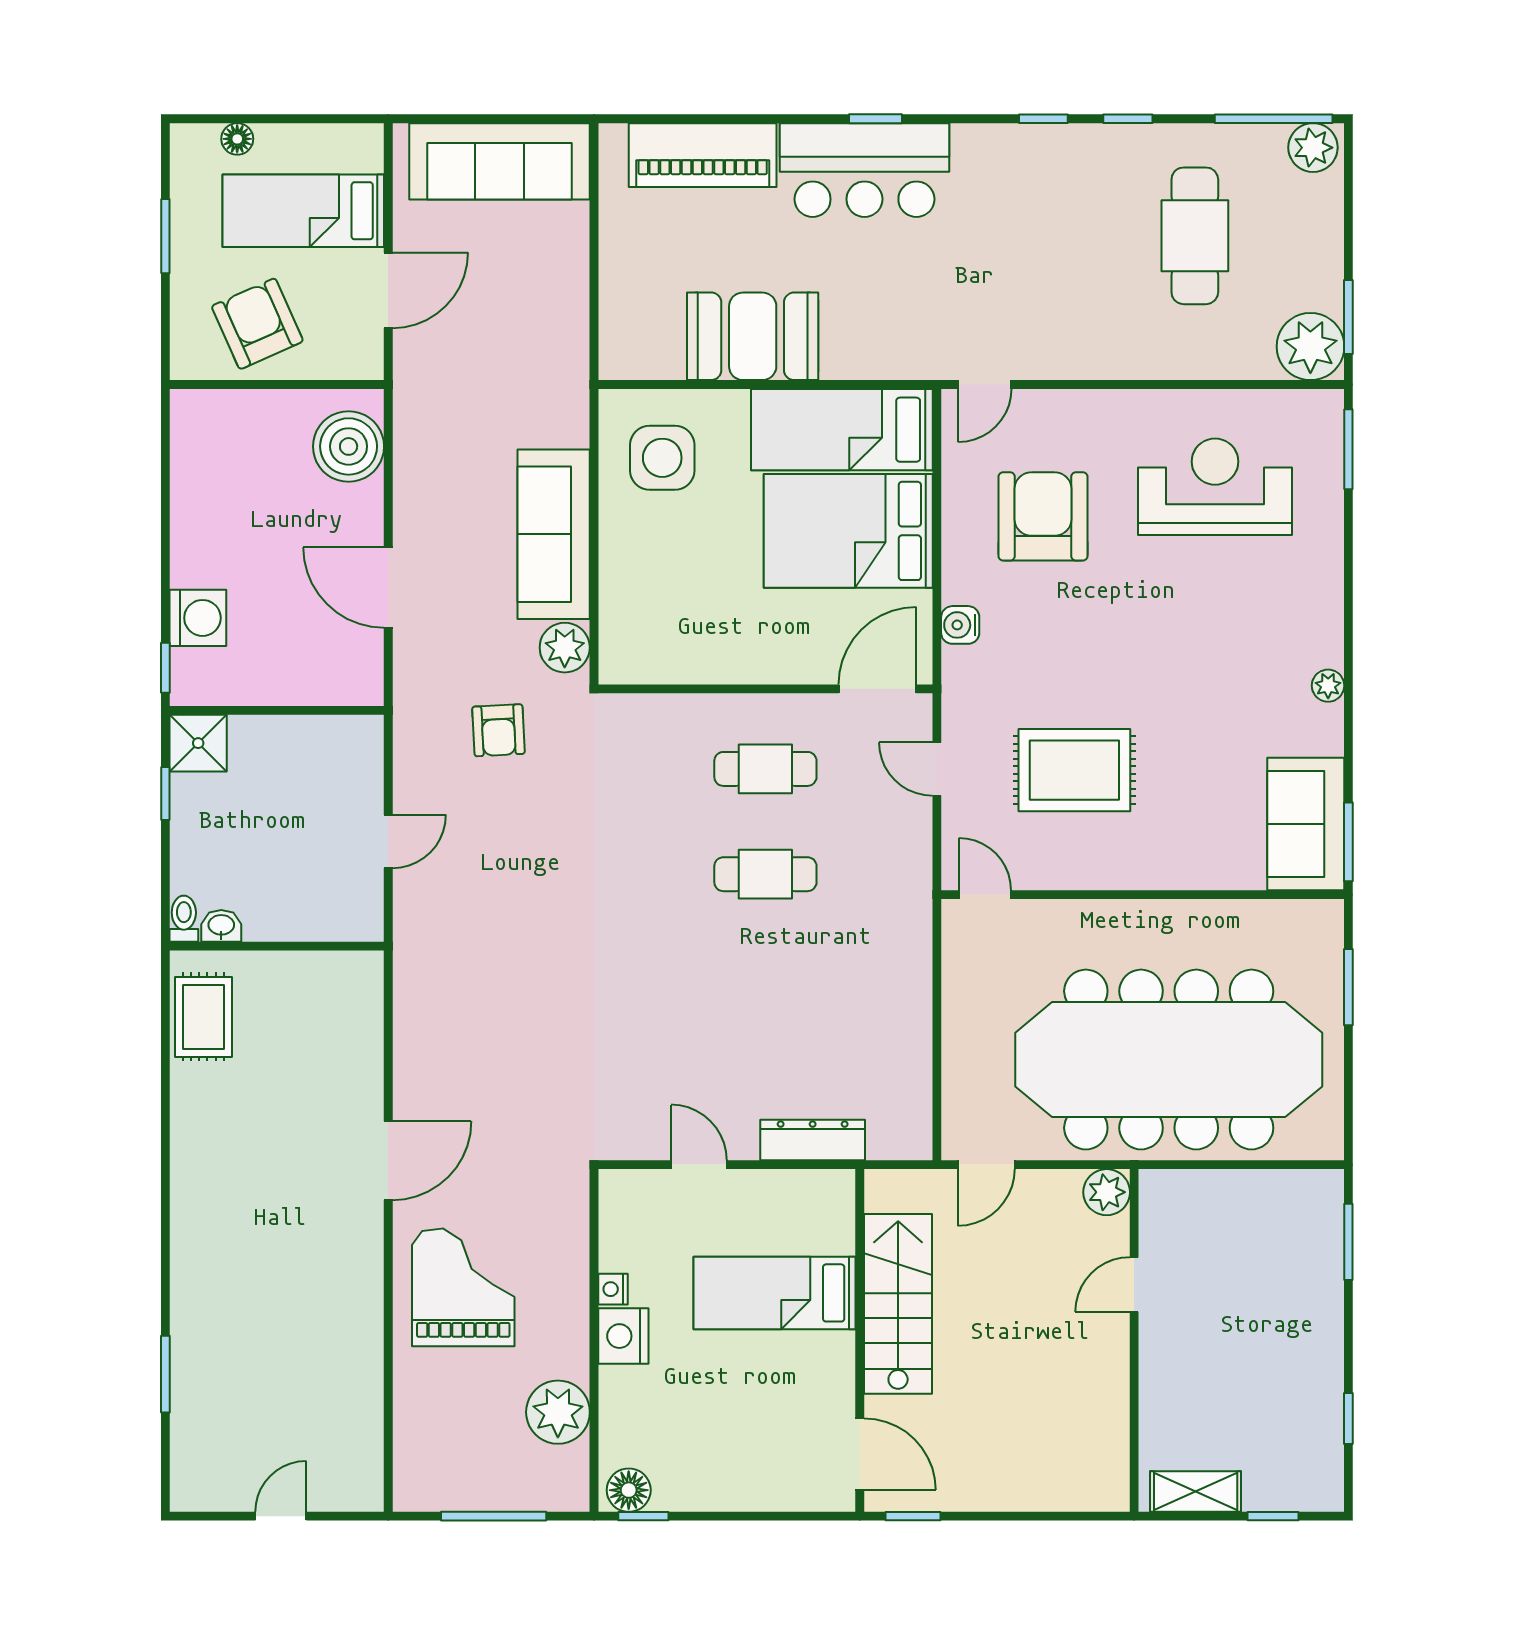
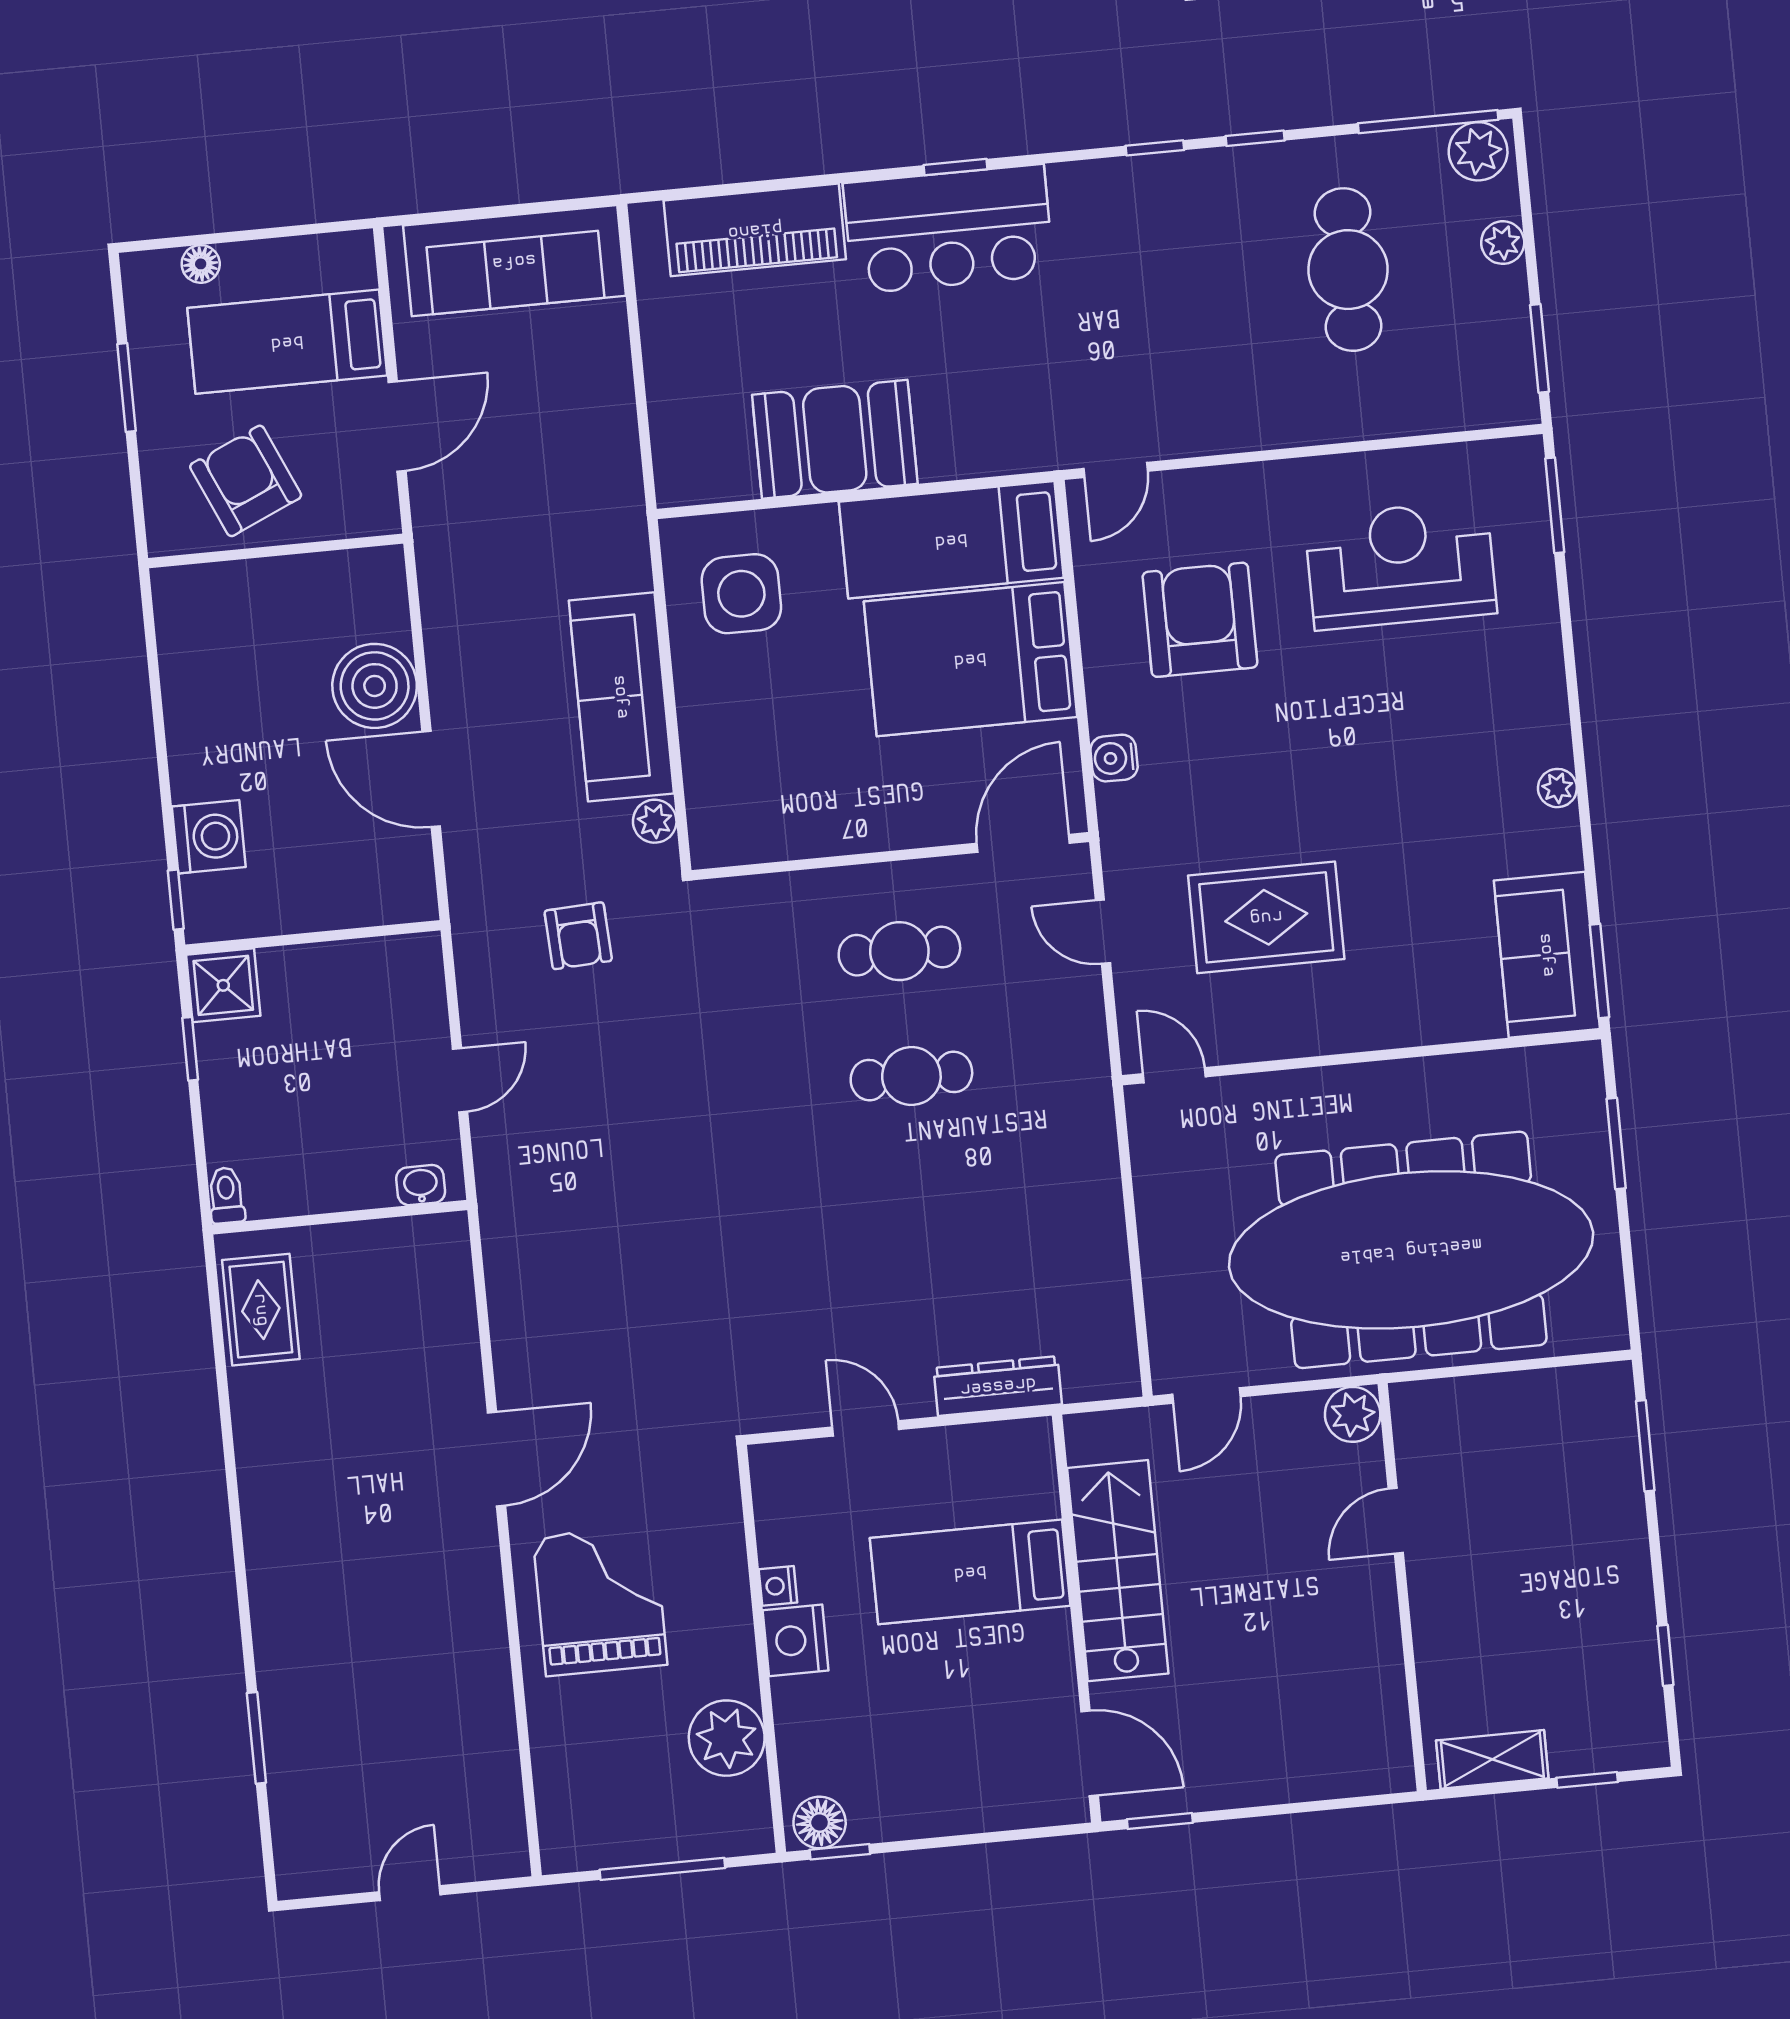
plant: (1310, 347) -> (1503, 243), moved, width x0.53, depth x0.53
boiler: (349, 446) -> (375, 686), moved
plant: (565, 648) -> (655, 821), width x0.73, depth x0.73
washbasin: (221, 926) -> (421, 1185), moved

